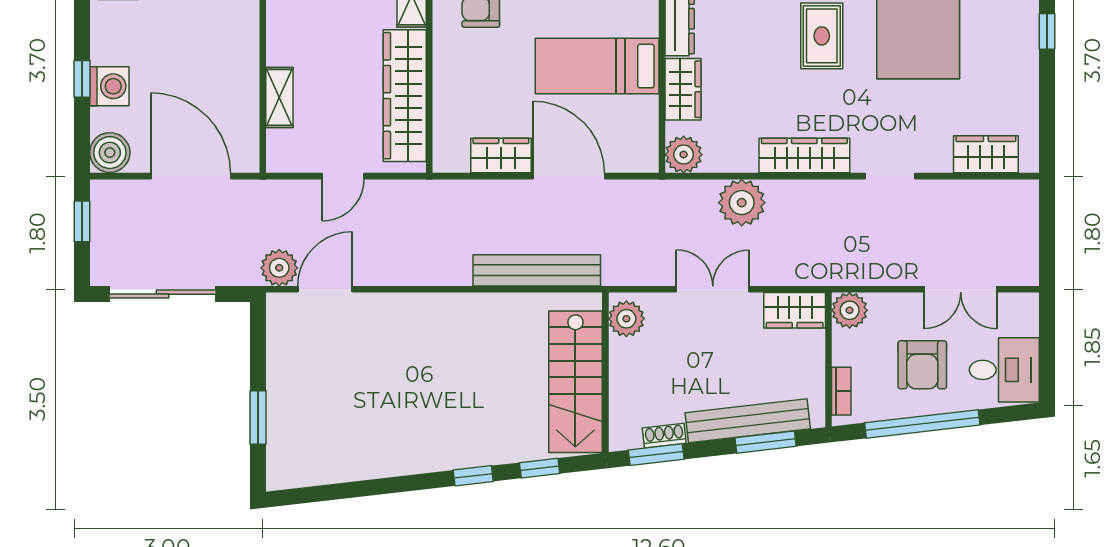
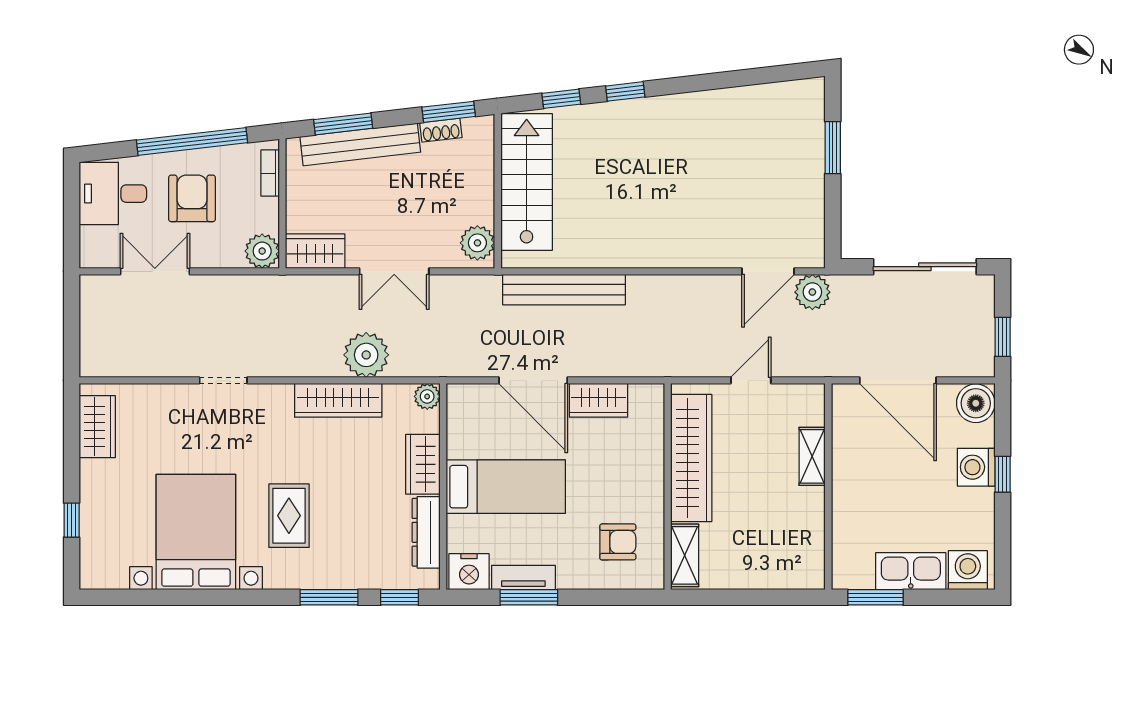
wardrobe: (986, 154) -> (97, 427), moved, turned -90
plant: (684, 155) -> (427, 396), width x0.73, depth x0.73
wardrobe: (804, 156) -> (338, 400), moved

